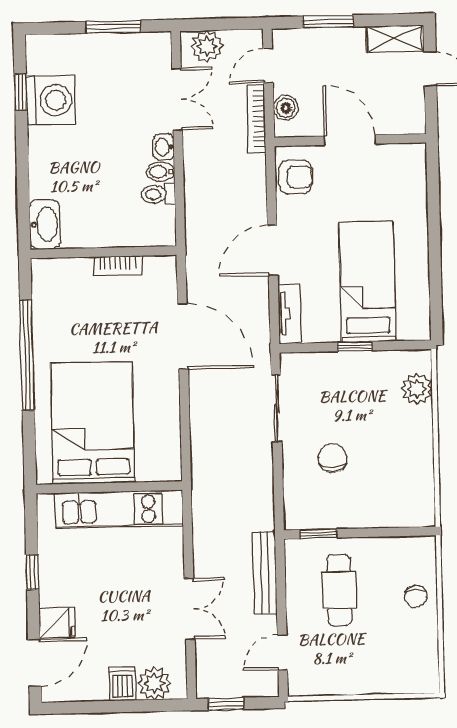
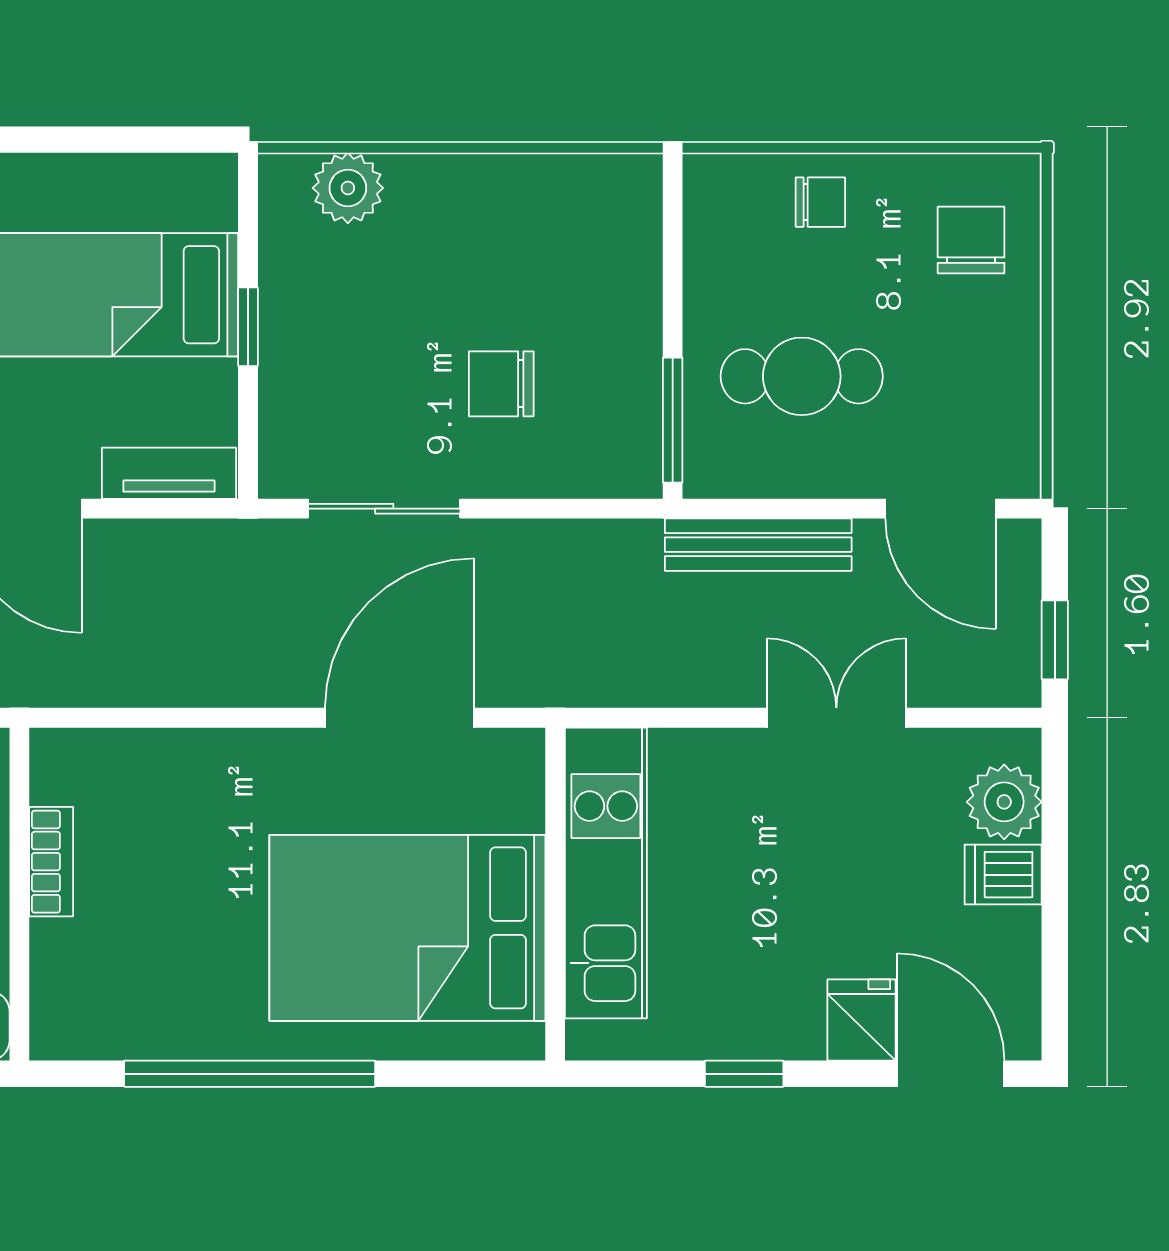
door: (183, 336) -> (400, 718), moved
window: (318, 534) -> (673, 420), width x1.50
door: (282, 652) -> (941, 509), width x1.38
chair: (401, 663) -> (971, 240), added

